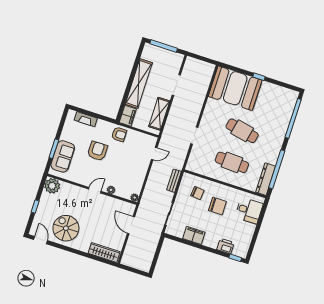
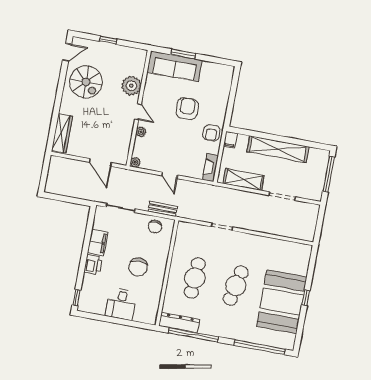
booth: (235, 88) -> (282, 302), moved
filing cabinet: (128, 116) -> (230, 140), width x0.50
fireplace: (86, 119) -> (210, 168), moved
armchair: (97, 151) -> (187, 109), turned -90
door: (154, 154) -> (170, 175), moved
sofa: (63, 156) -> (175, 66), width x1.36
plant: (52, 186) -> (131, 86), moved
chair: (197, 193) -> (155, 227), moved
desk: (249, 210) -> (121, 304), moved
door: (131, 225) -> (100, 162), swing flipped
spiral stairs: (66, 228) -> (86, 82), turned 90
printer: (225, 246) -> (93, 265), moved

